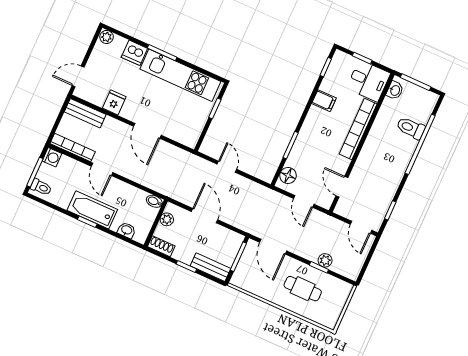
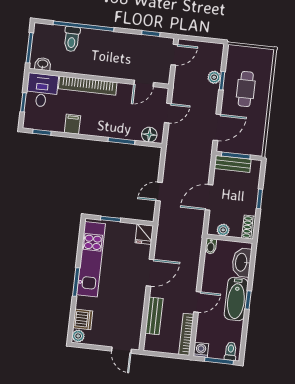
dishwasher: (134, 53) -> (83, 319), moved
fridge: (114, 102) -> (144, 234), moved, turned -90
bench: (85, 113) -> (154, 316), moved
washbasin: (127, 230) -> (242, 262), width x1.91, depth x1.45
bench: (210, 267) -> (233, 164), moved, turned 90

